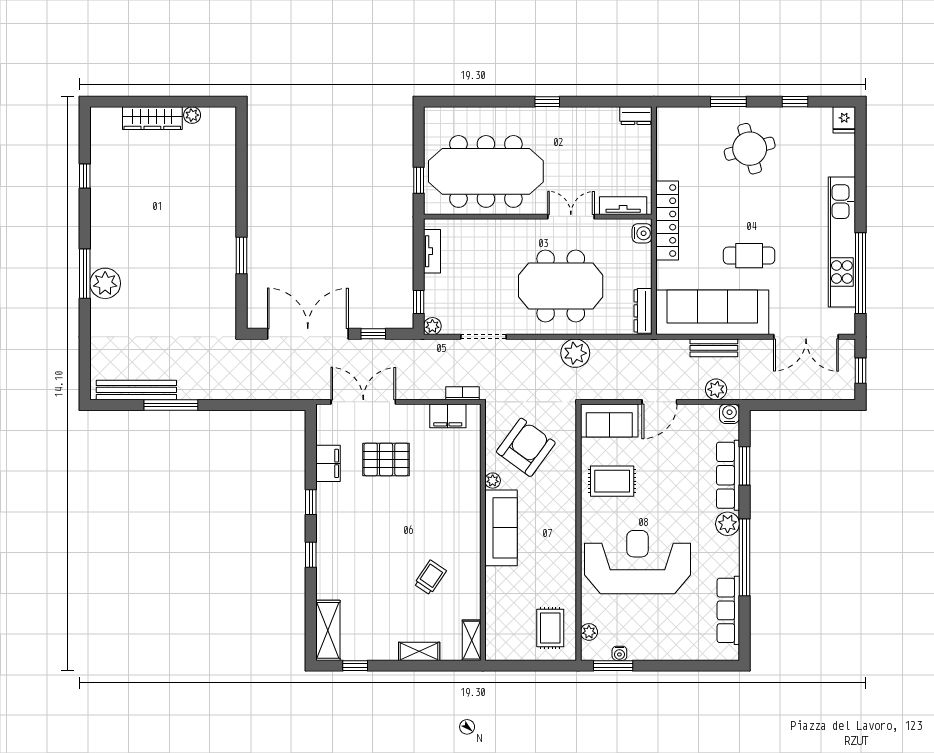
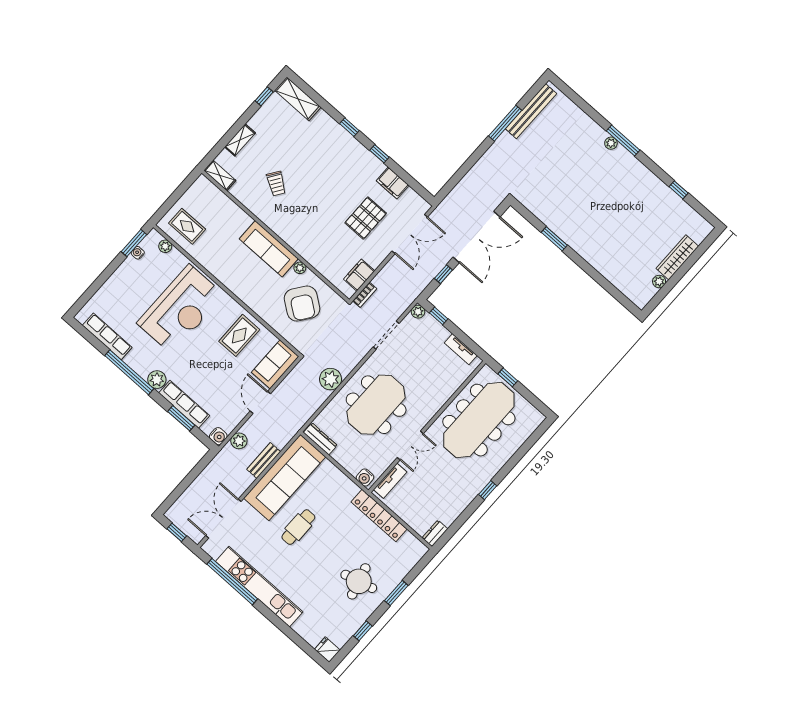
locker: (667, 221) -> (379, 515), moved
plant: (105, 283) -> (611, 143), width x0.53, depth x0.53

